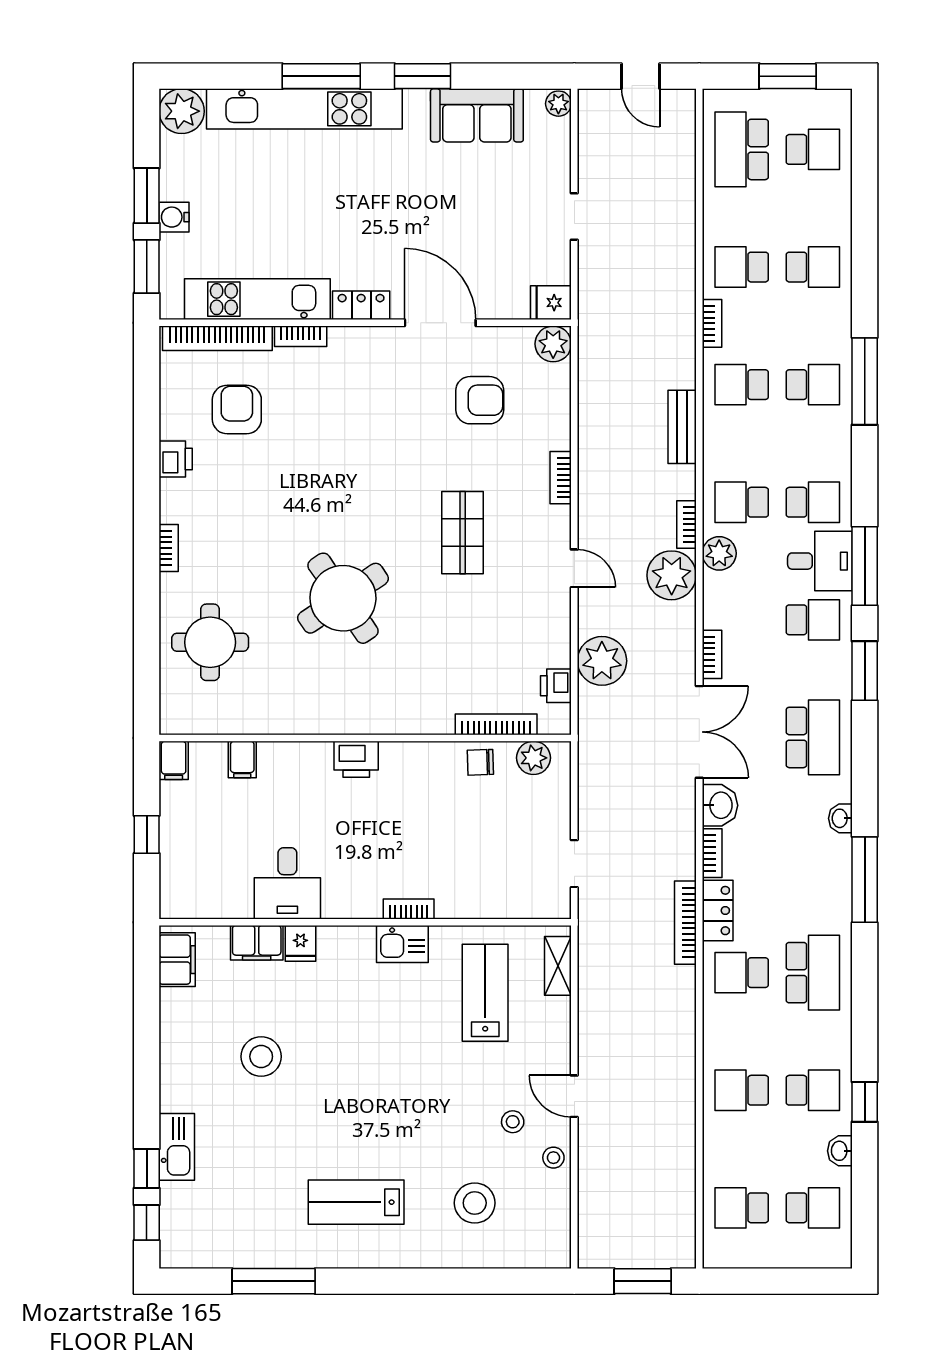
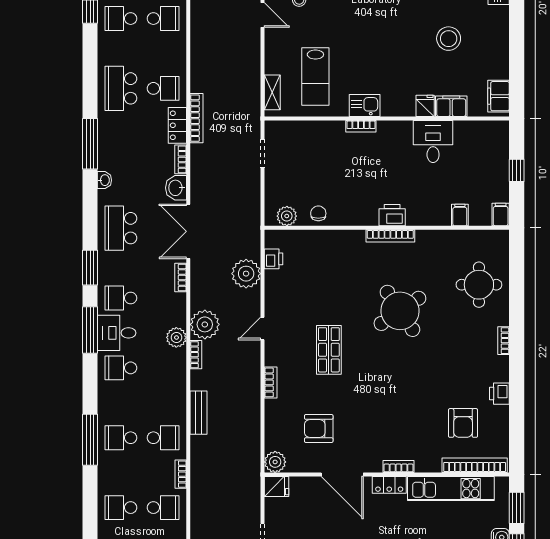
bookcase: (301, 336) -> (398, 466), moved
school desk: (742, 502) -> (163, 368), removed
door: (574, 568) -> (263, 329), hinge flipped
bookcase: (496, 724) -> (390, 236), moved
chair: (480, 762) -> (318, 213), turned -88

